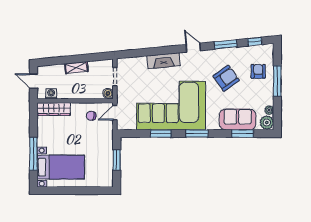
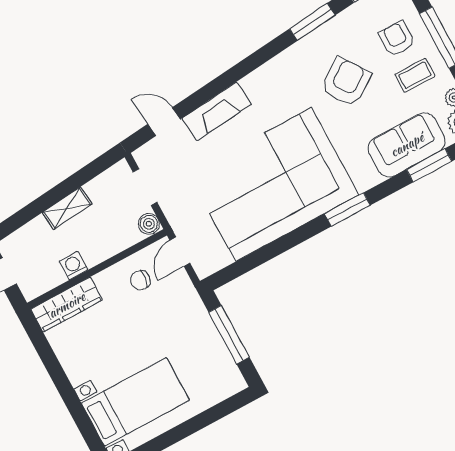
door: (193, 48) -> (164, 122), moved
coffee table: (257, 91) -> (415, 75), added
washing machine: (51, 94) -> (74, 266), moved
window: (161, 134) -> (282, 245), removed
window: (33, 154) -> (74, 404), removed
window: (117, 160) -> (229, 335), width x1.44

